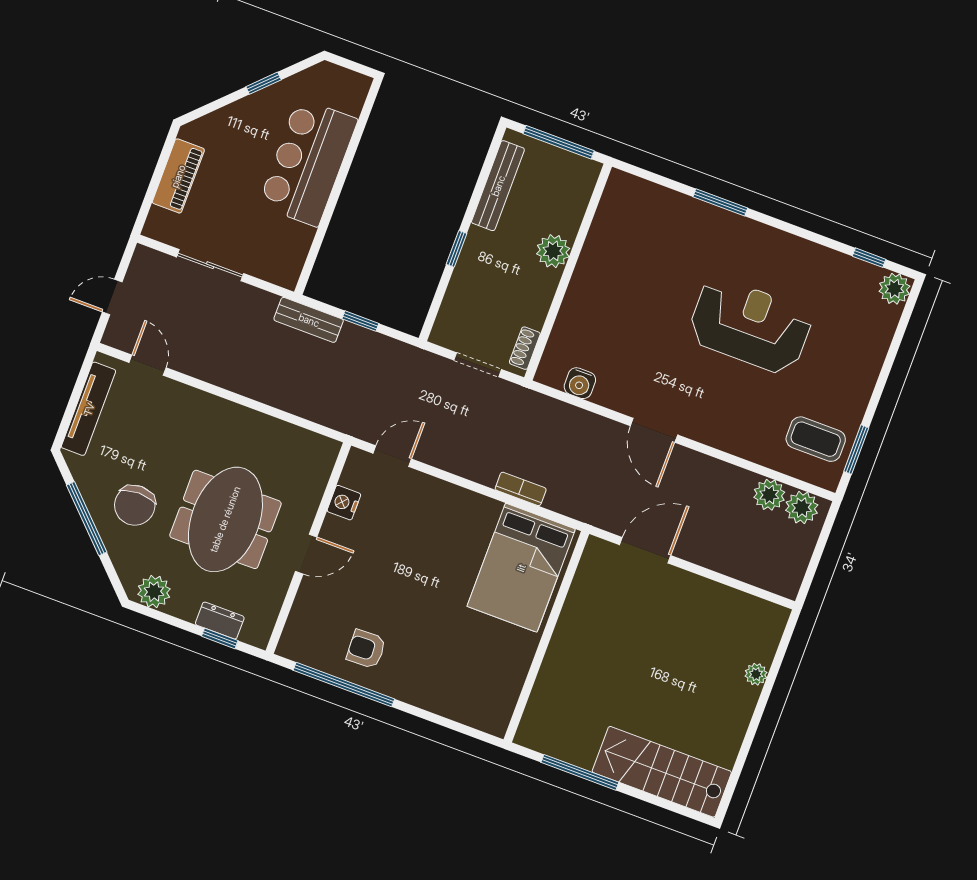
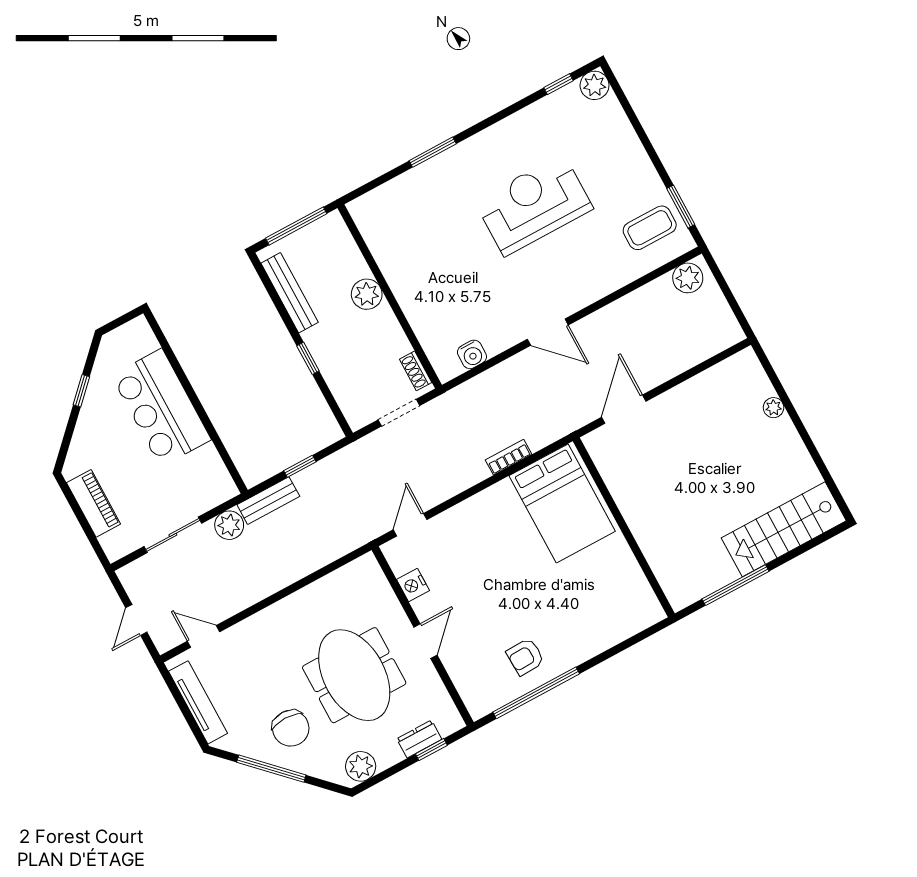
plant: (769, 495) -> (229, 525), moved

